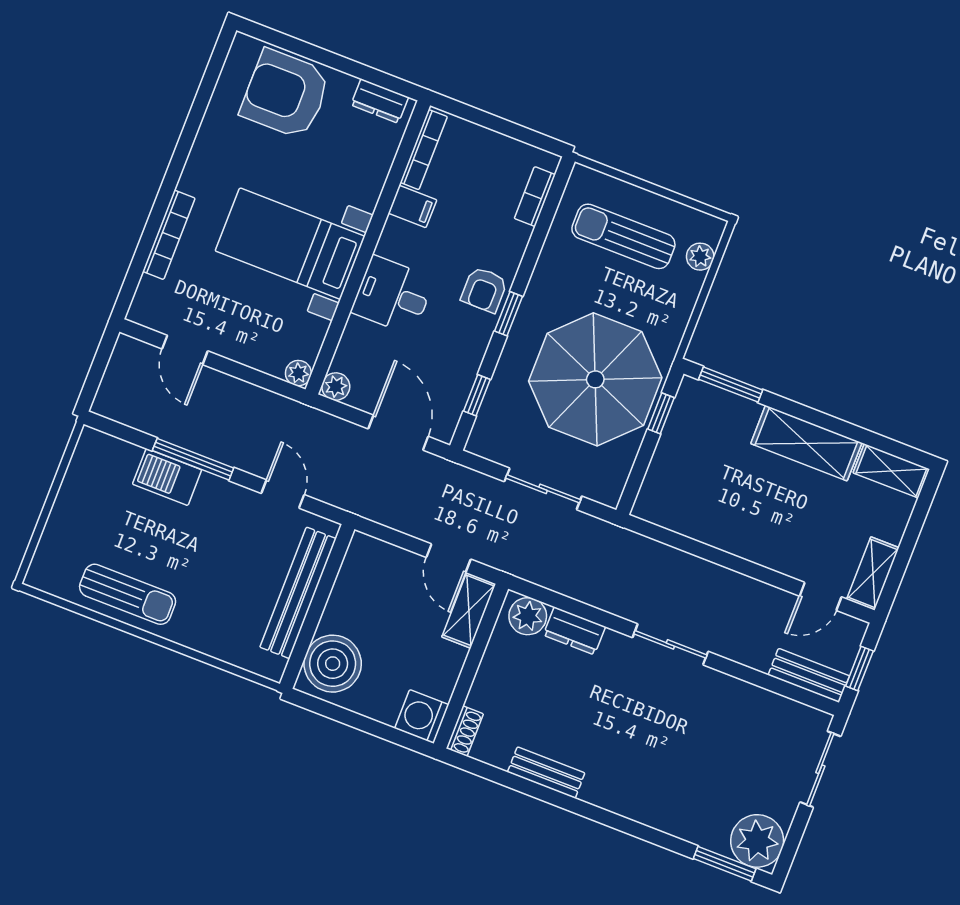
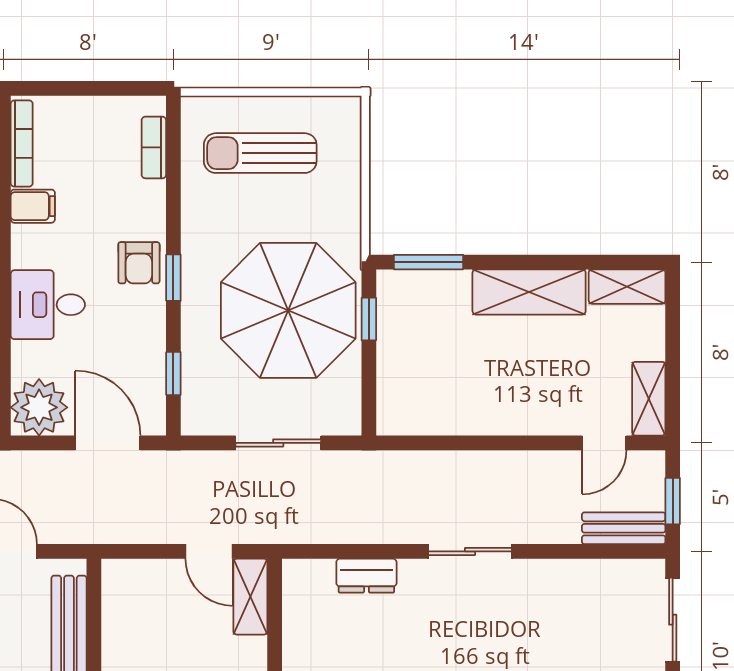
plant: (700, 257) -> (347, 143), removed
plant: (336, 387) -> (39, 407), width x1.88, depth x1.88
plant: (528, 616) -> (313, 579), removed

